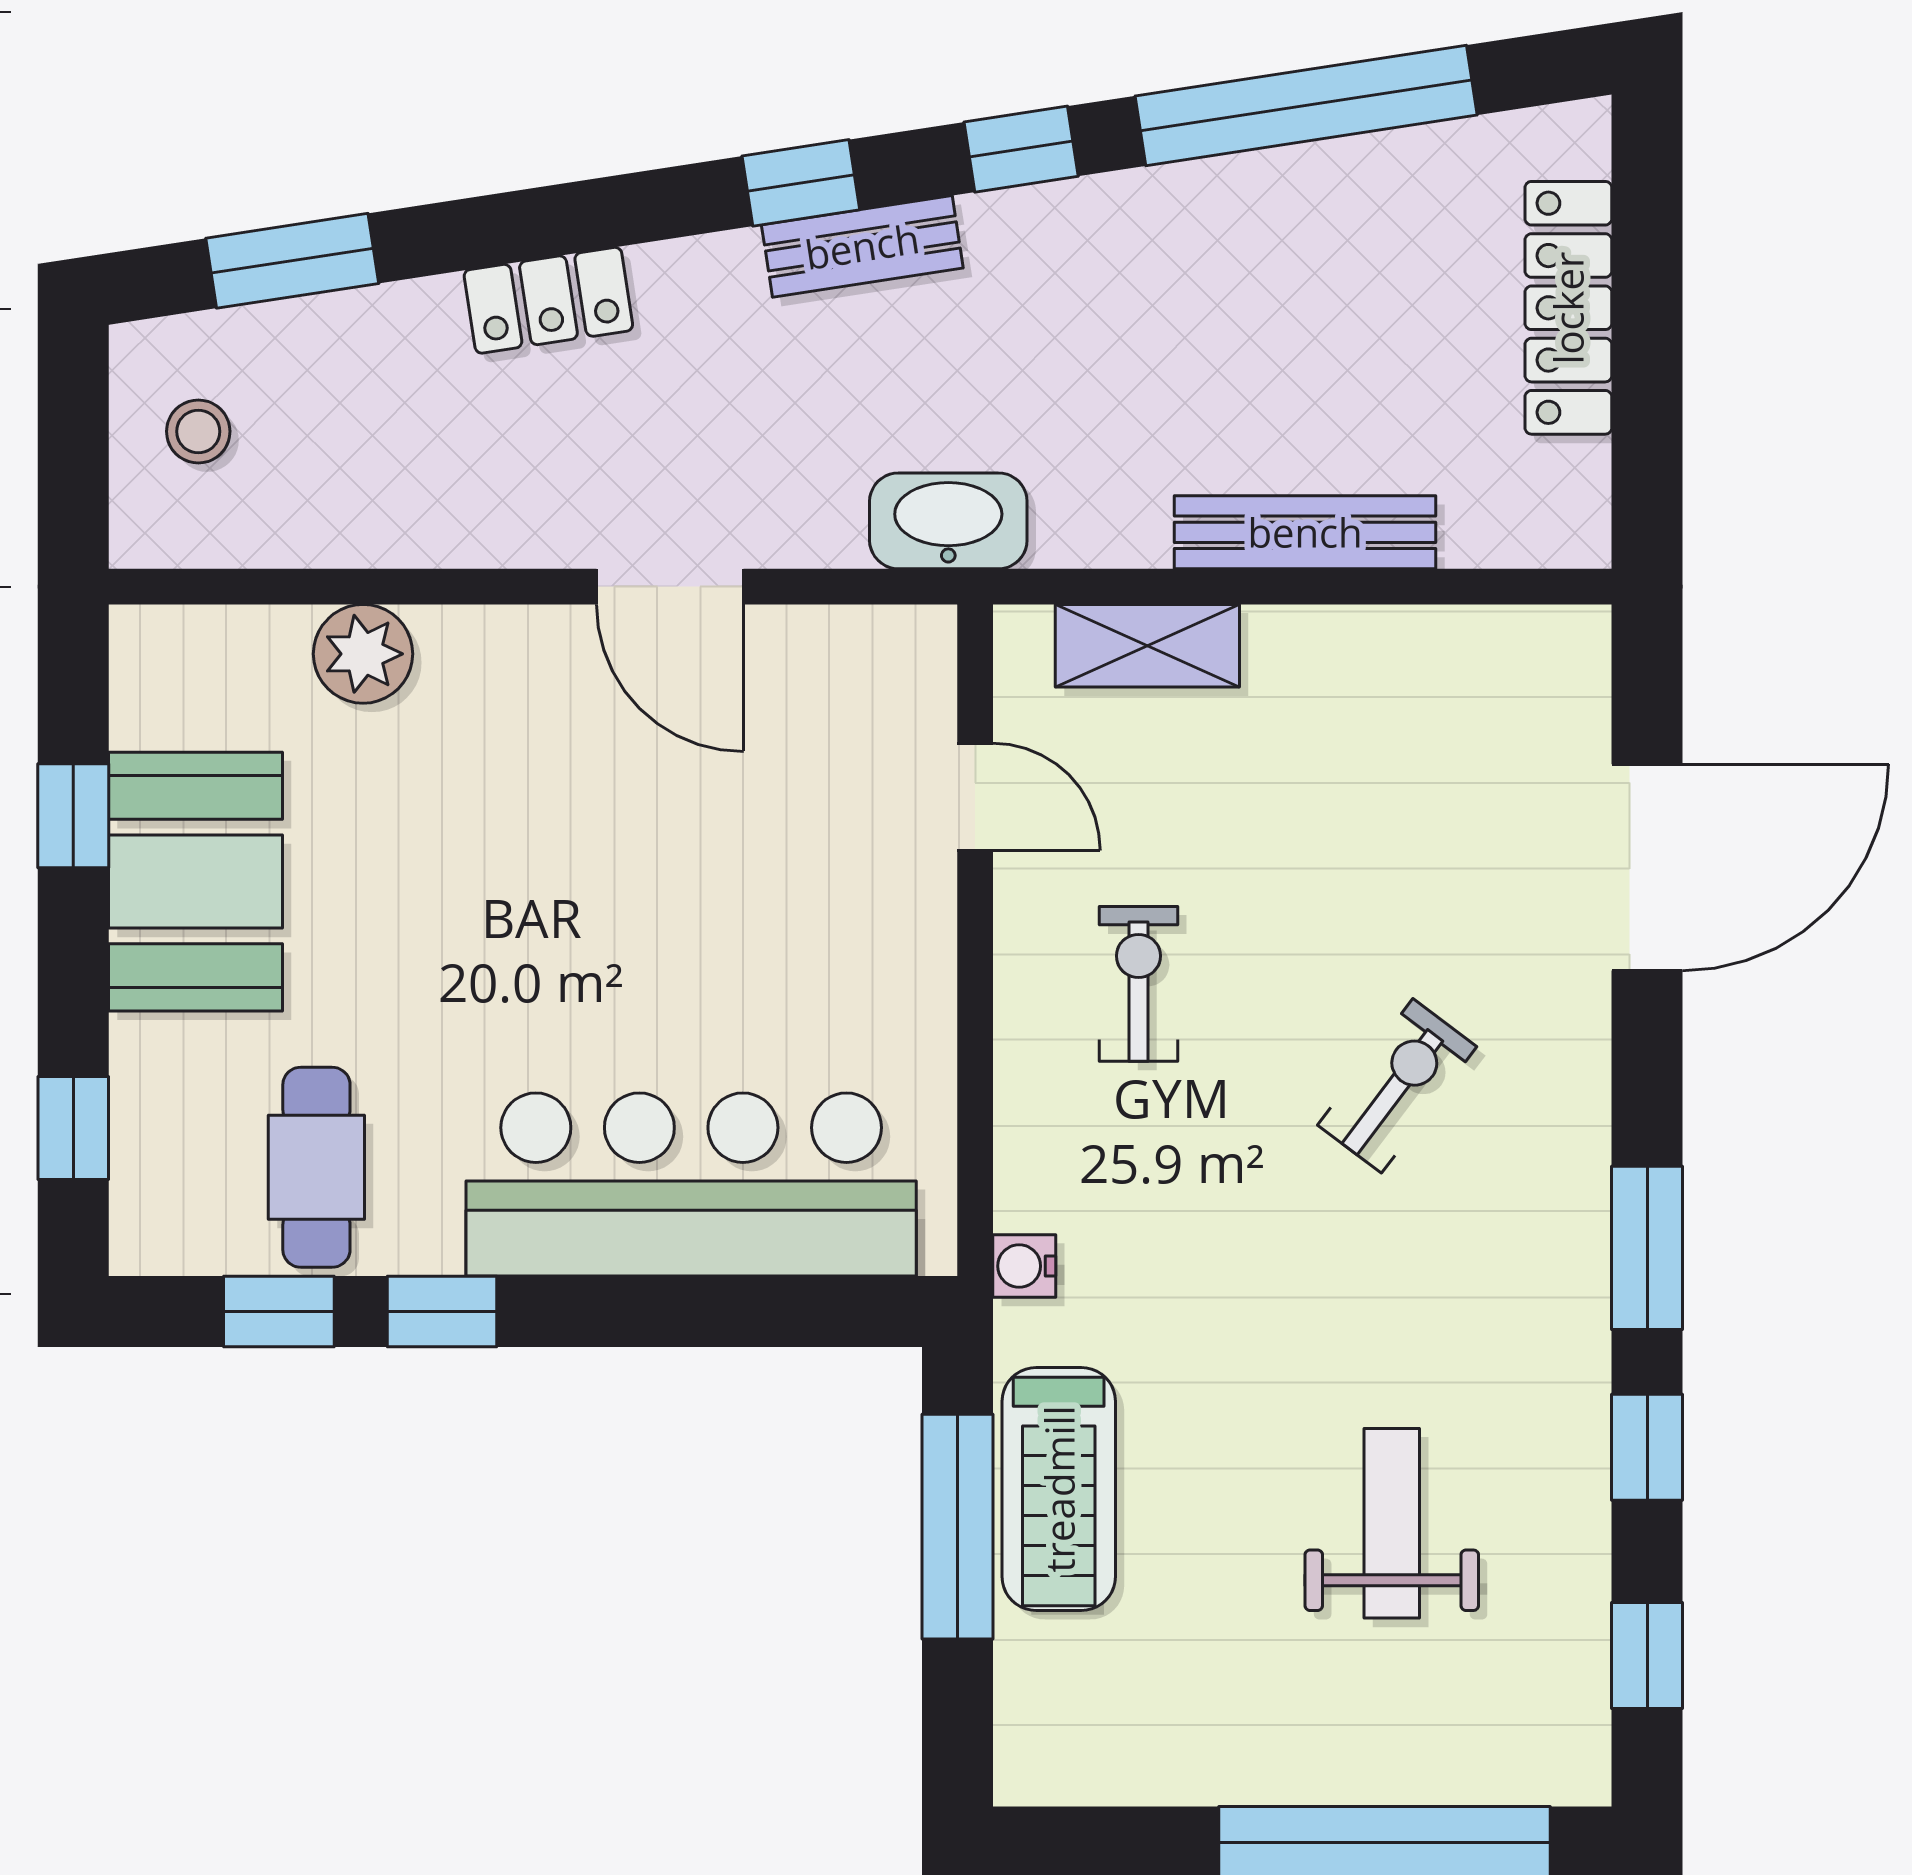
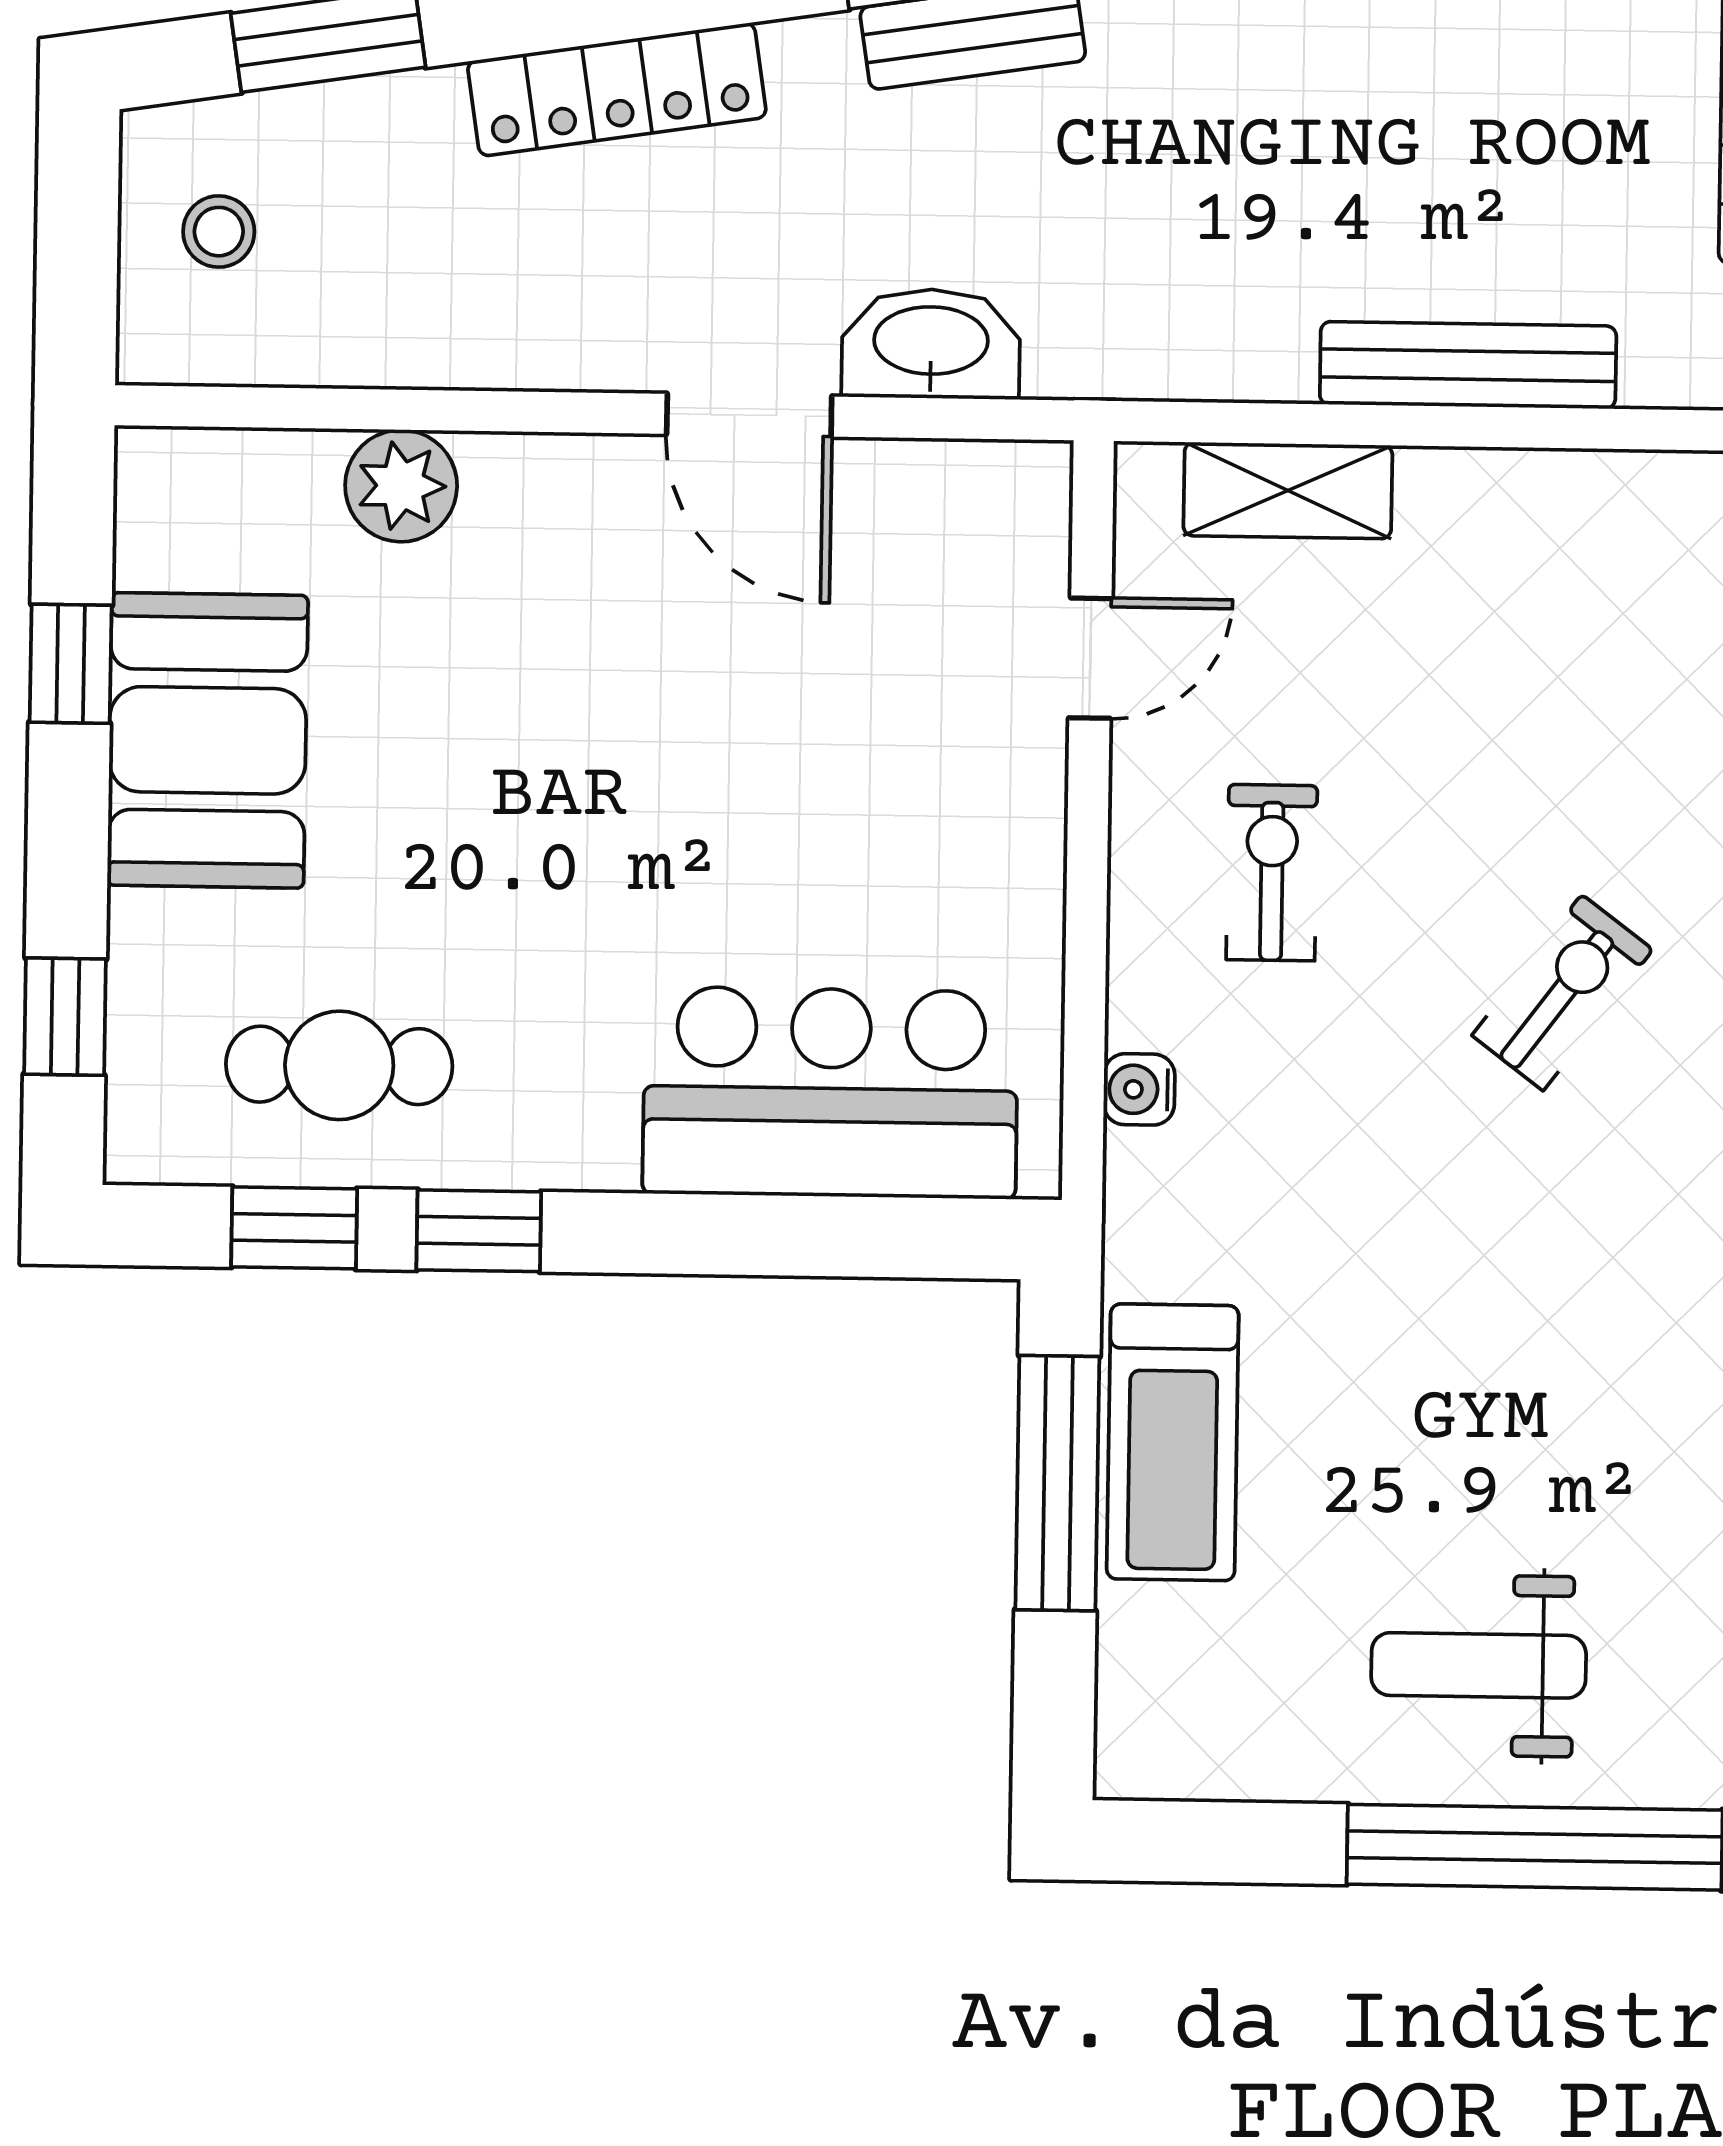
locker: (548, 300) -> (617, 89), width x1.53
washbasin: (948, 521) -> (931, 344), moved
door: (975, 797) -> (1090, 658), hinge flipped
cafe table: (316, 1167) -> (339, 1065), turned 90
bar counter: (691, 1185) -> (830, 1093), width x0.73
water cooler: (1024, 1266) -> (1139, 1089), moved
weight bench: (1392, 1523) -> (1479, 1665), moved, turned -90

